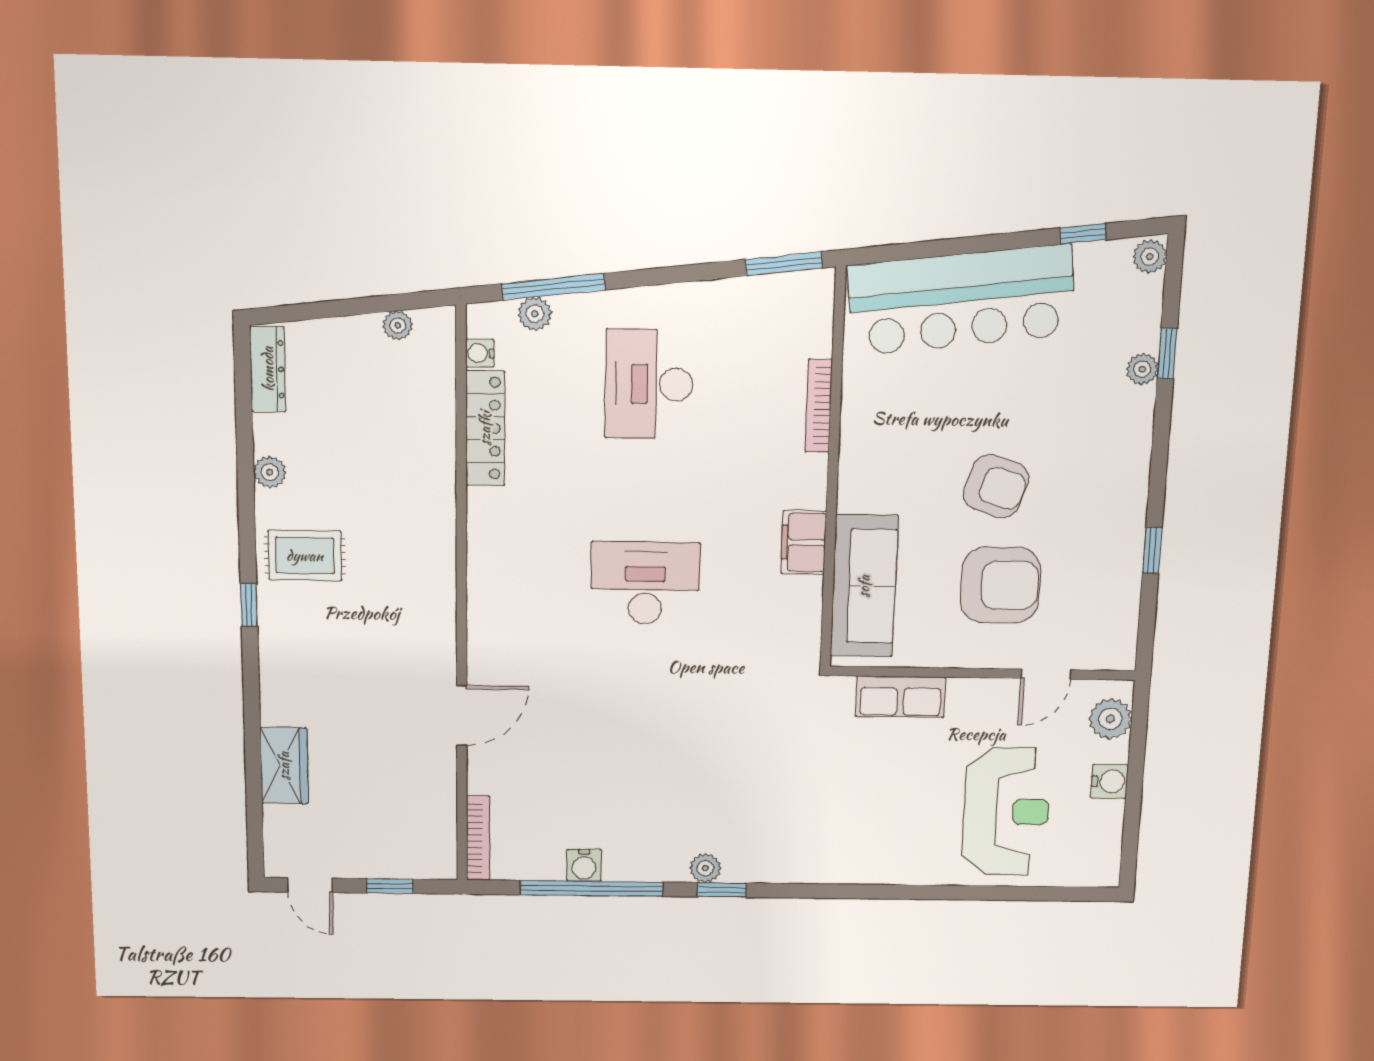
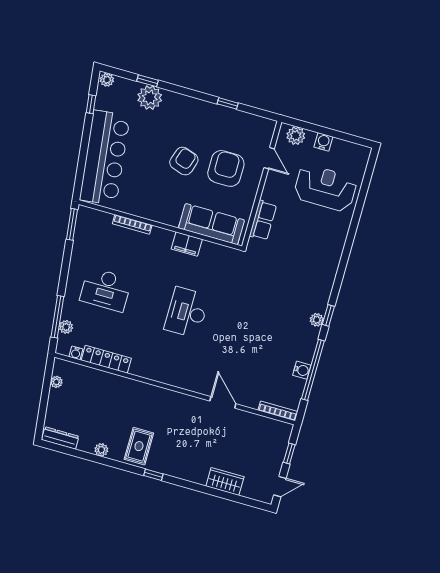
plant: (1142, 369) -> (150, 98), width x1.88, depth x1.88

